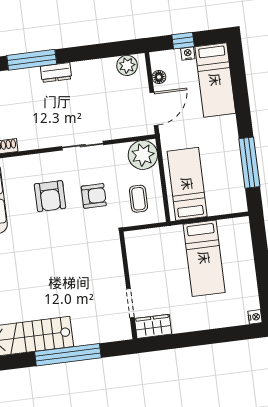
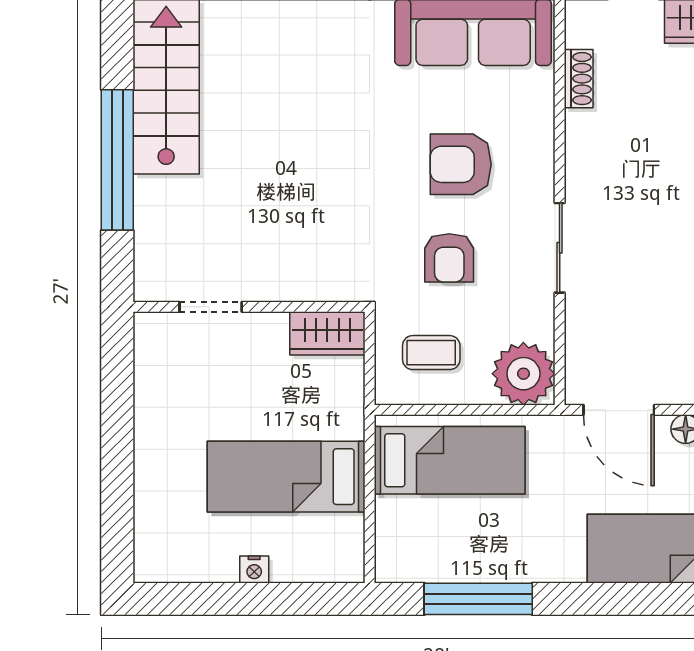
nightstand: (255, 317) -> (254, 569), moved
wardrobe: (153, 326) -> (327, 333), moved, turned 90

